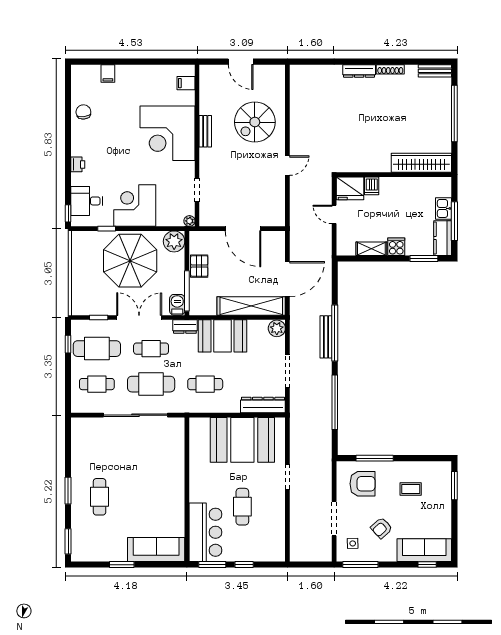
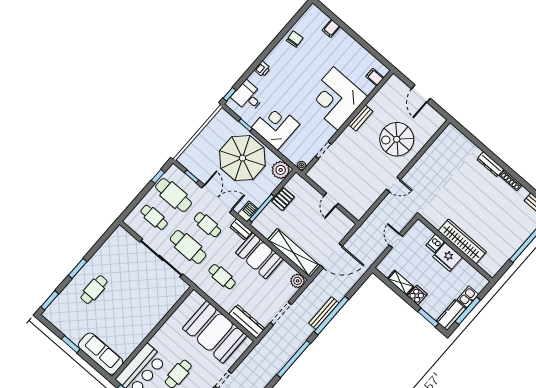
wardrobe: (421, 163) -> (462, 241), moved
fridge: (350, 188) -> (448, 257), moved
door: (243, 229) -> (331, 200), width x0.53

